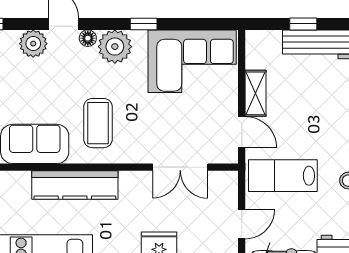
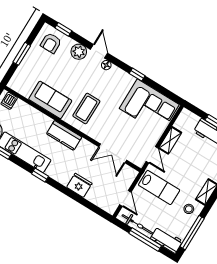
plant: (115, 47) -> (117, 77), removed
lab bench: (283, 176) -> (159, 187), turned 180
kitchen counter: (75, 185) -> (64, 135), width x0.67
door: (242, 224) -> (125, 198), hinge flipped

